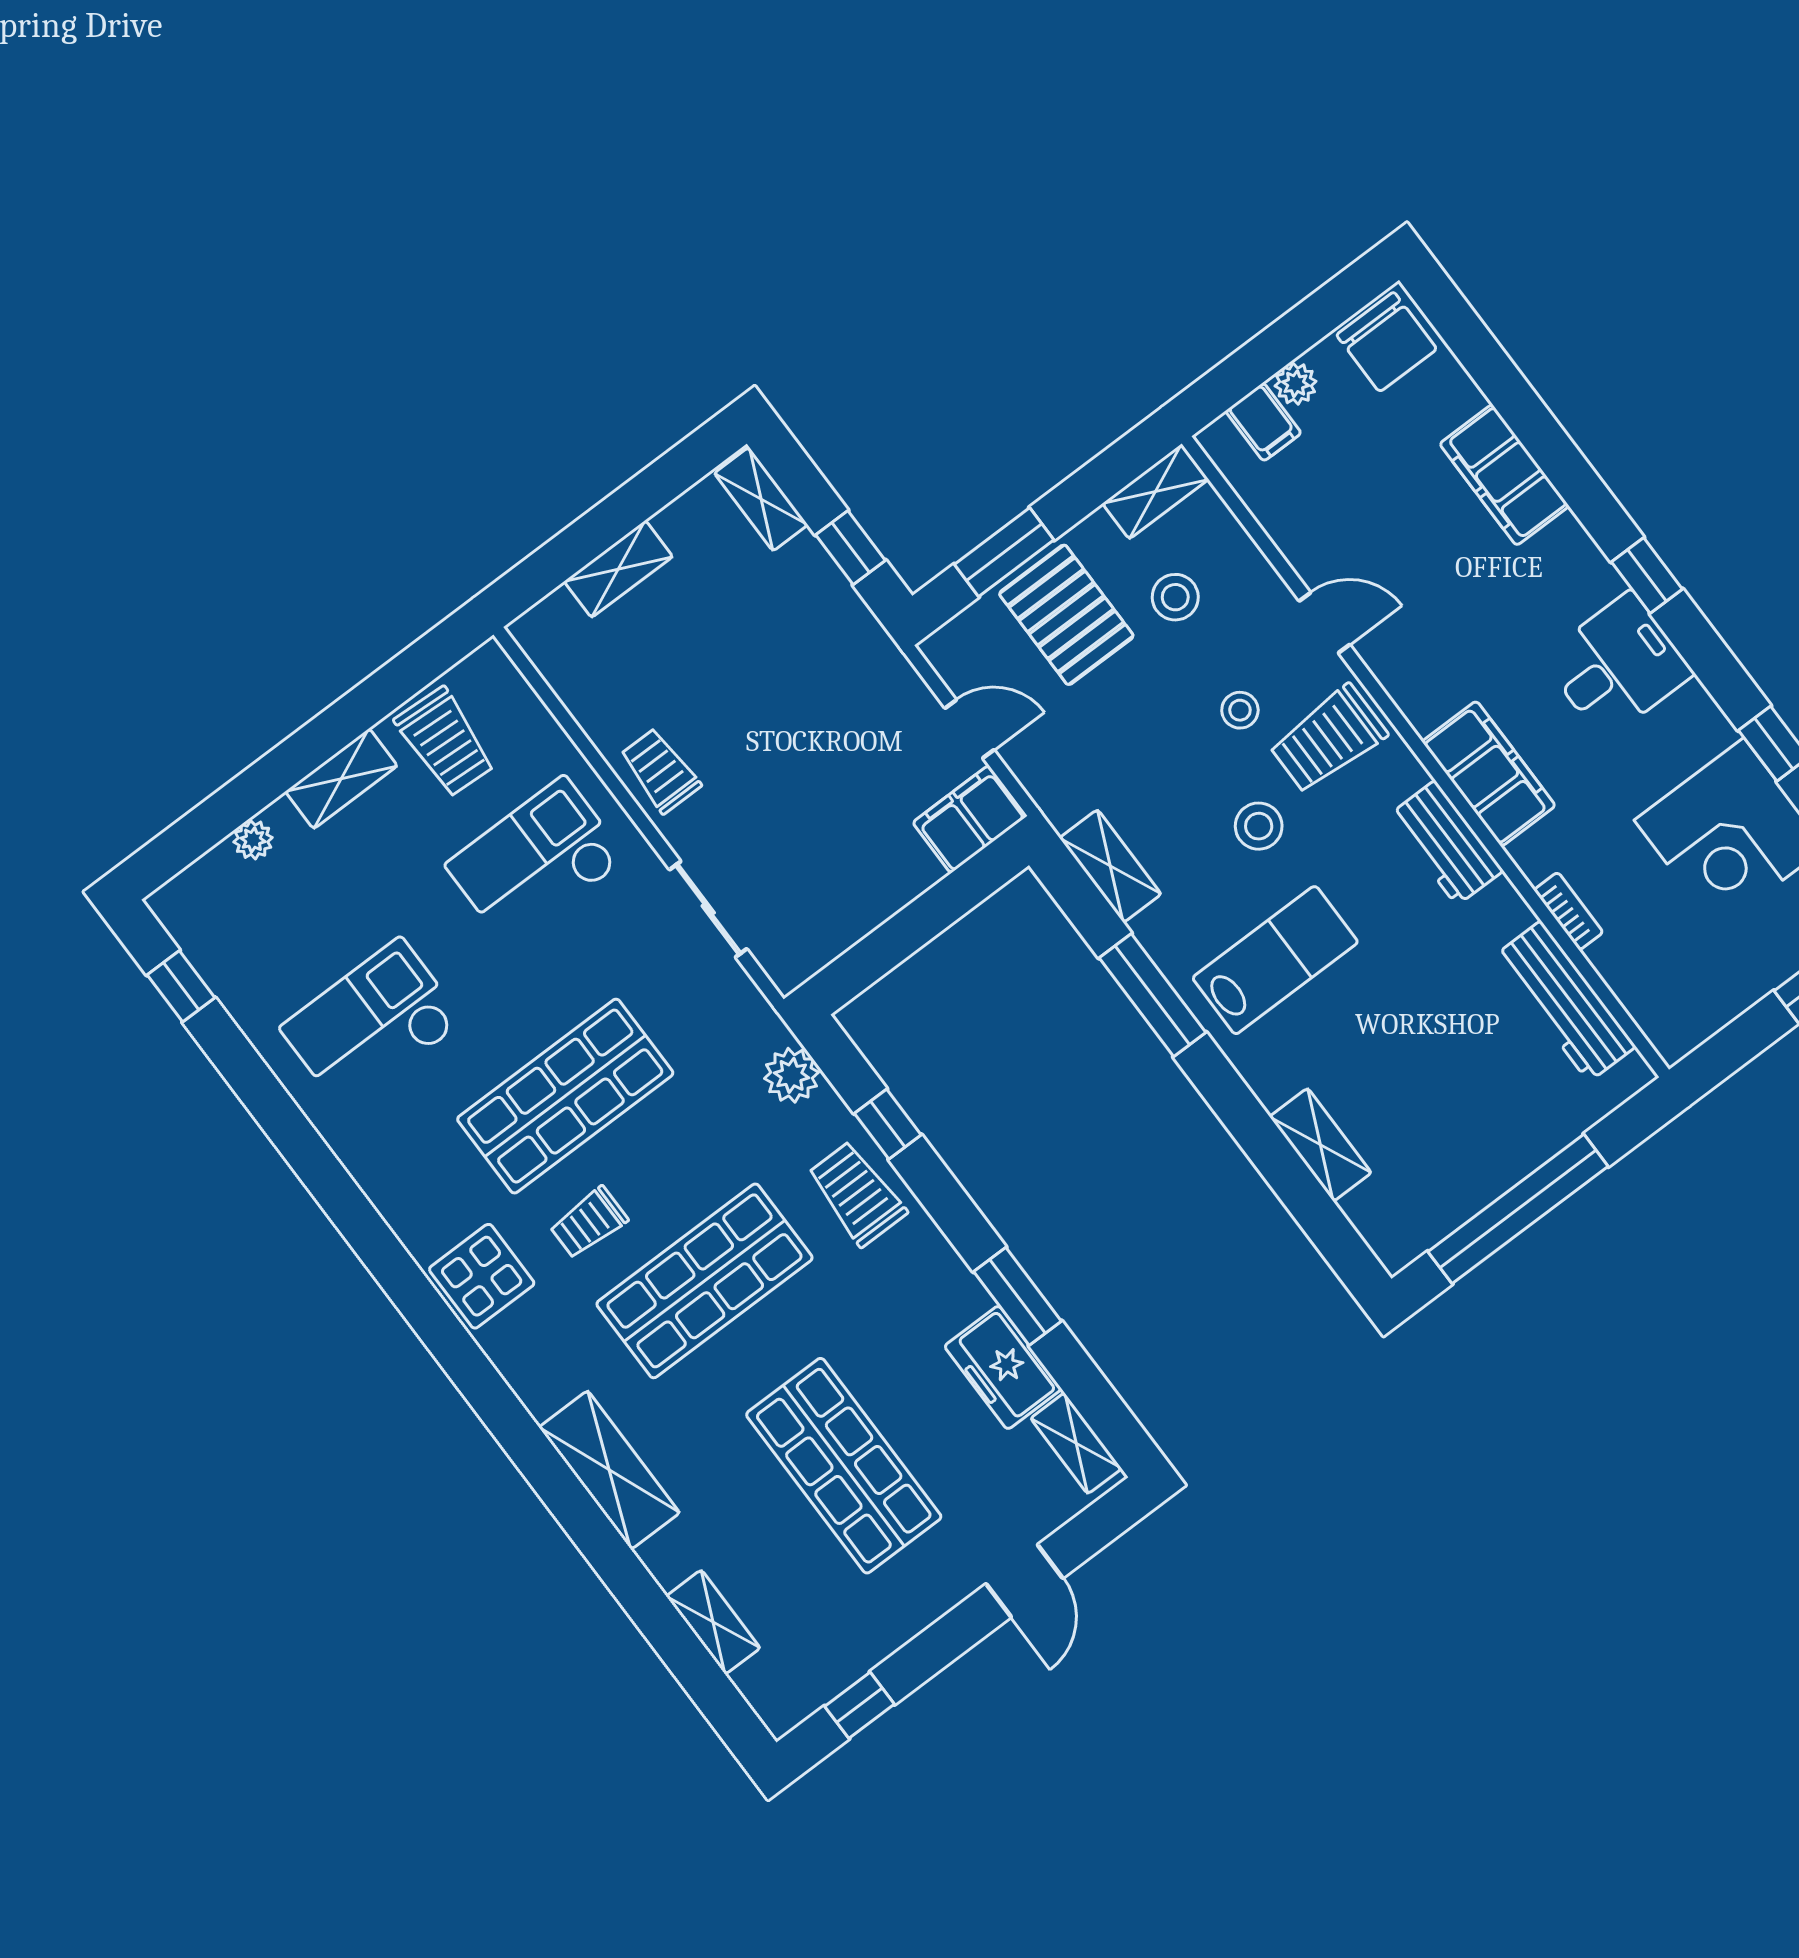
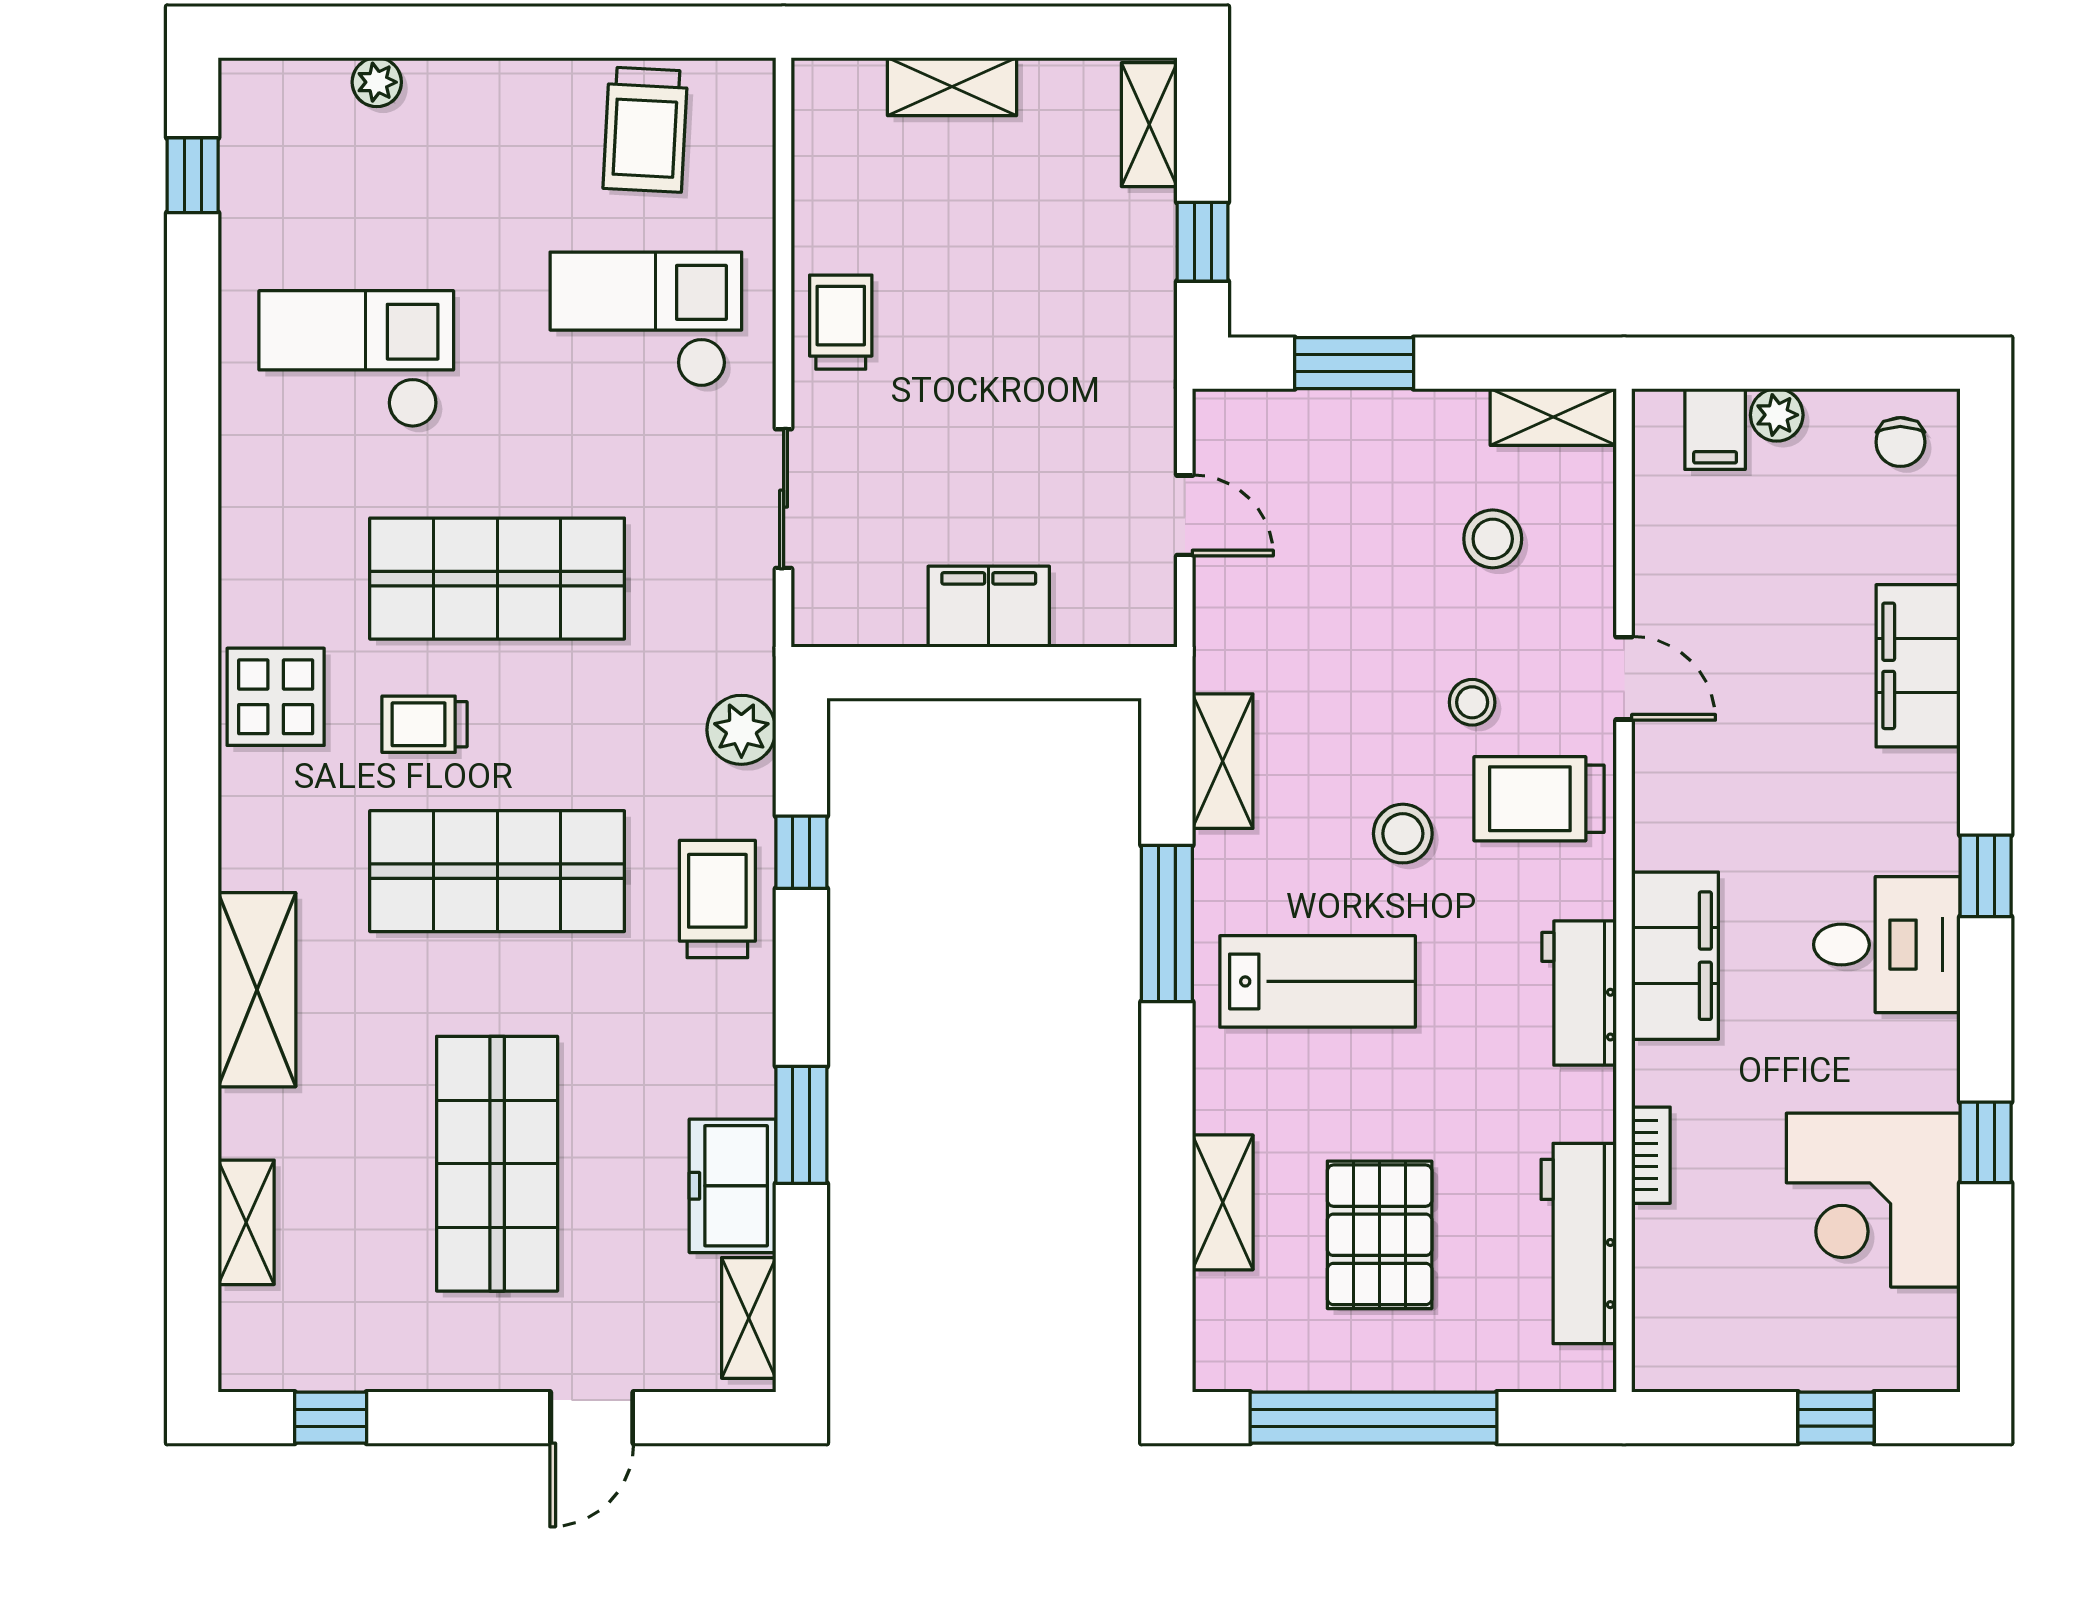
chair: (1387, 342) -> (1900, 442), width x0.54, depth x0.54
pallet: (1066, 615) -> (1380, 1235), moved
shelving: (341, 779) -> (513, 88), removed
filing cabinet: (970, 819) -> (989, 607), moved

